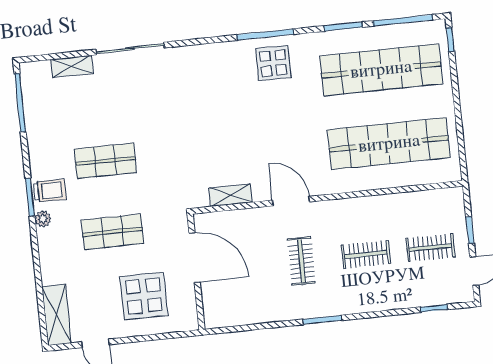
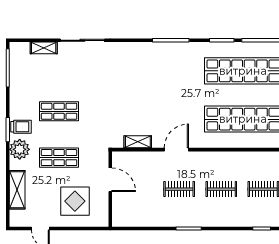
display table: (273, 63) -> (174, 59), removed
door: (291, 201) -> (176, 150), hinge flipped
plant: (43, 219) -> (20, 149), width x1.88, depth x1.88
door: (195, 258) -> (110, 180), width x0.73
clothes rail: (301, 261) -> (179, 189), turned 90
shelving: (57, 315) -> (17, 190), moved

